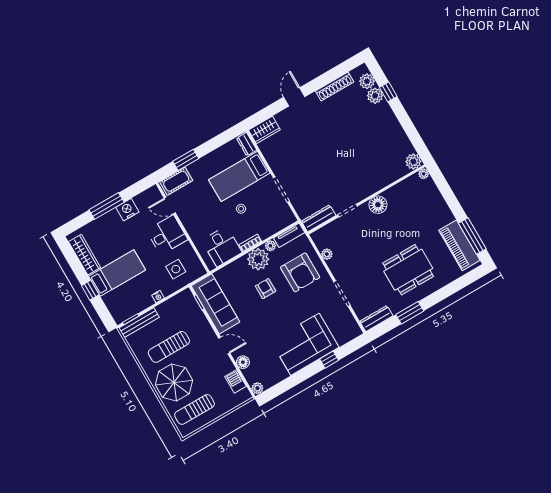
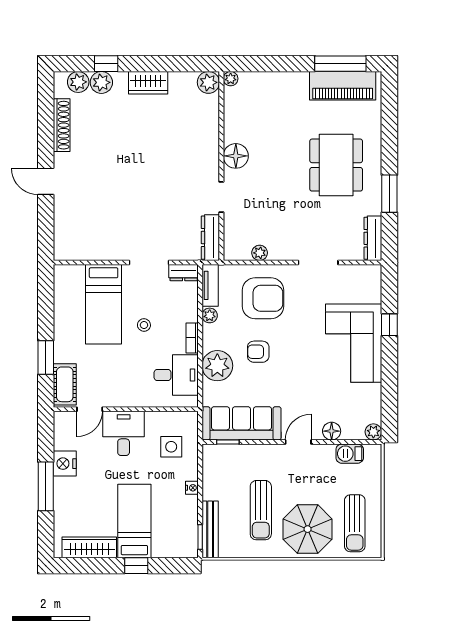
wardrobe: (264, 130) -> (148, 83), moved, turned 90
dresser: (247, 144) -> (184, 273), moved
plant: (258, 259) -> (217, 366), moved

